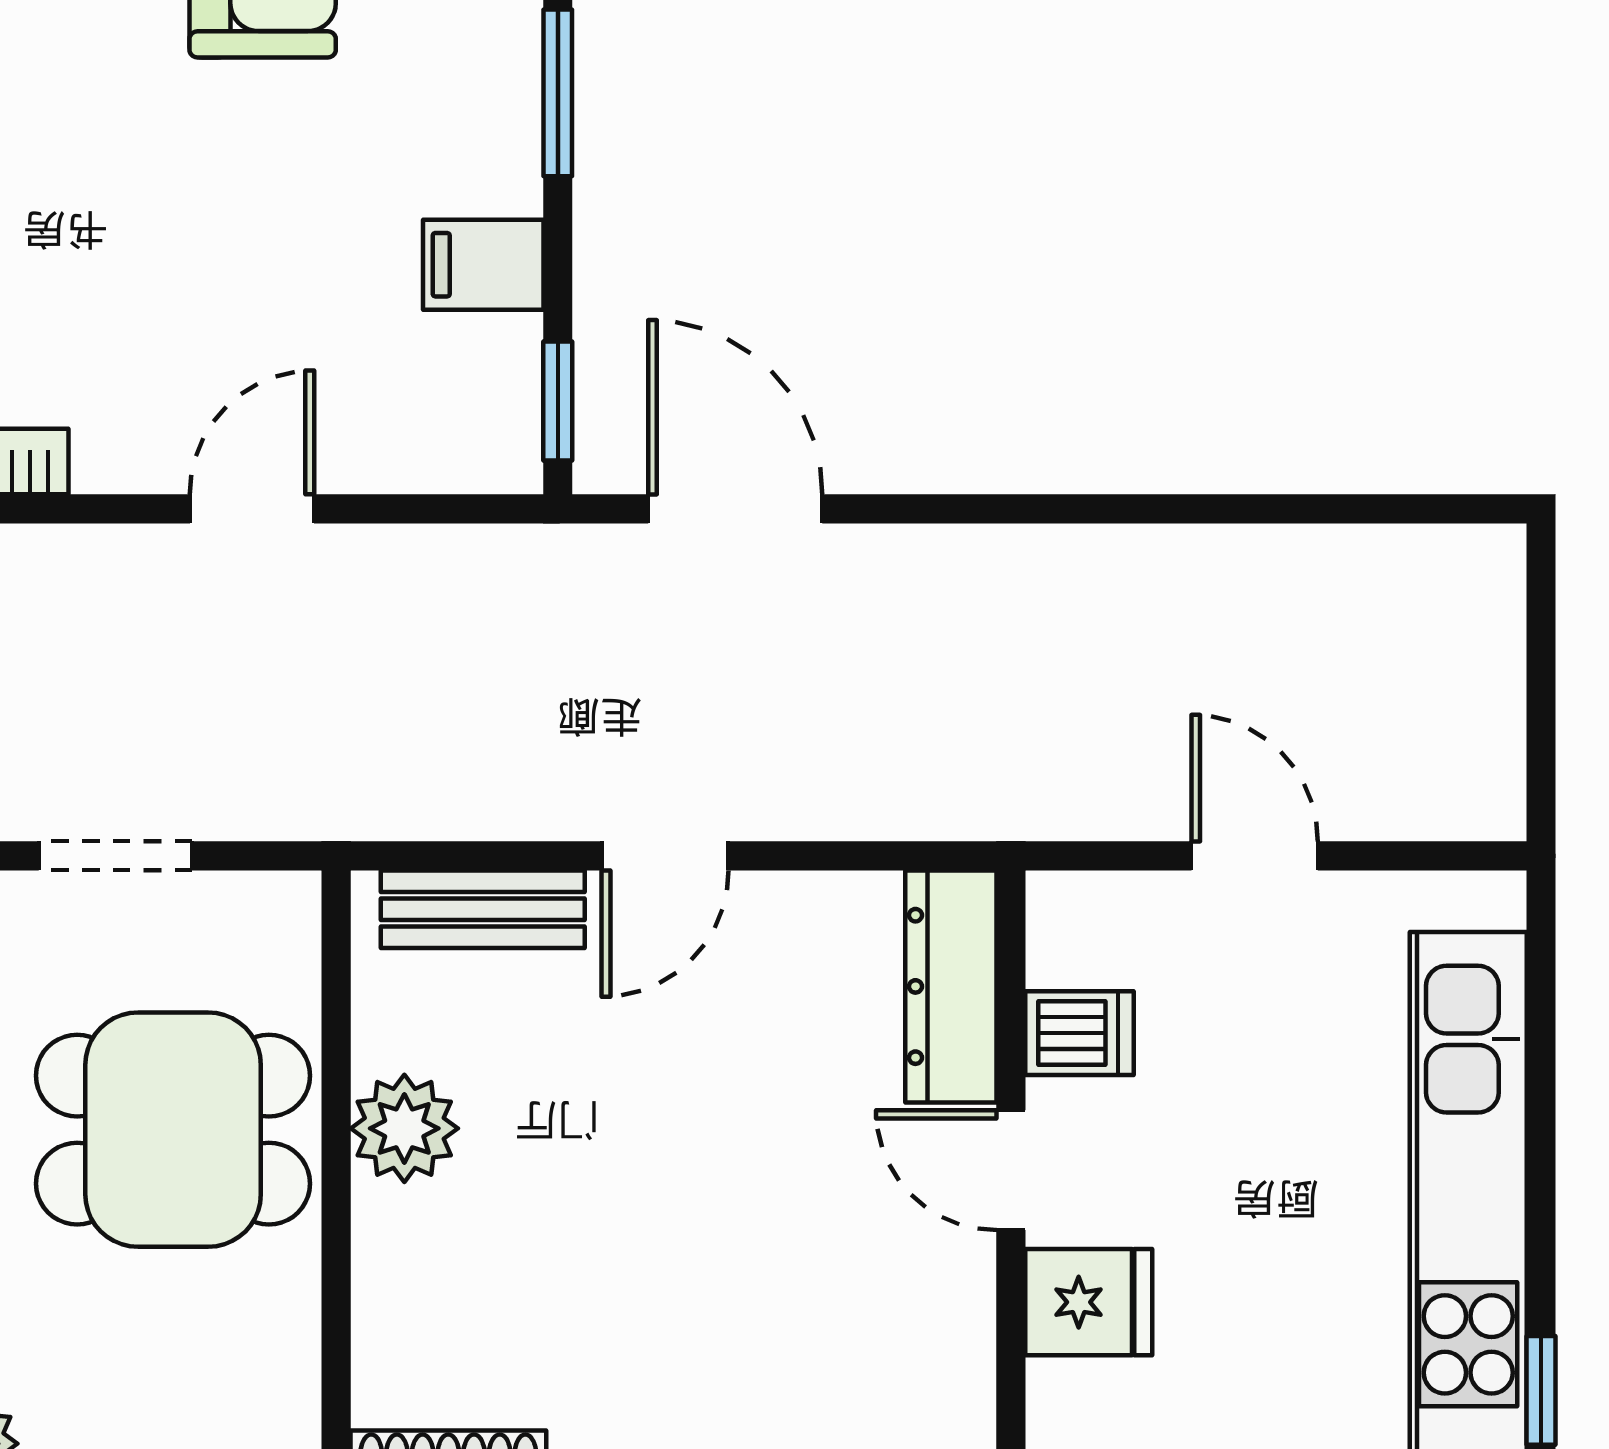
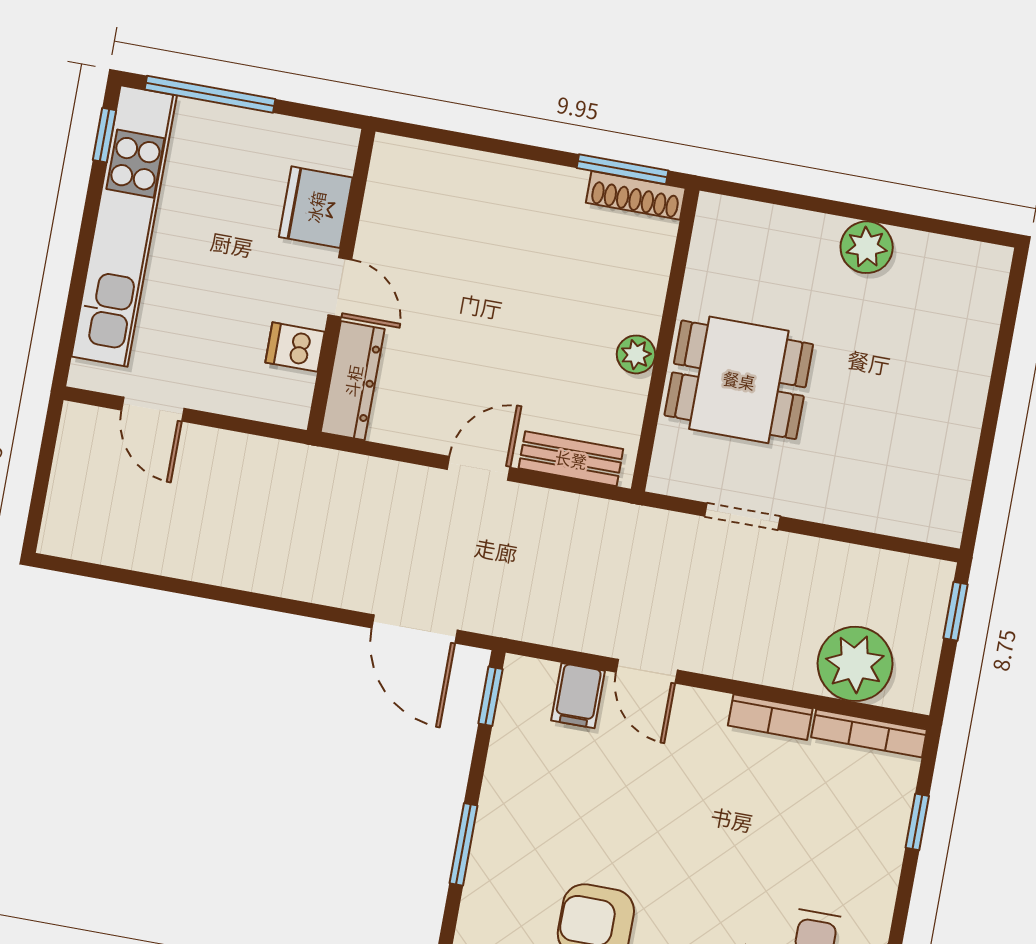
filing cabinet: (483, 265) -> (578, 696), moved, turned 90
door: (252, 509) -> (647, 671), hinge flipped
door: (1255, 856) -> (153, 409), moved
plant: (404, 1128) -> (636, 354), width x0.73, depth x0.73
fridge: (1089, 1302) -> (316, 207), width x1.38

